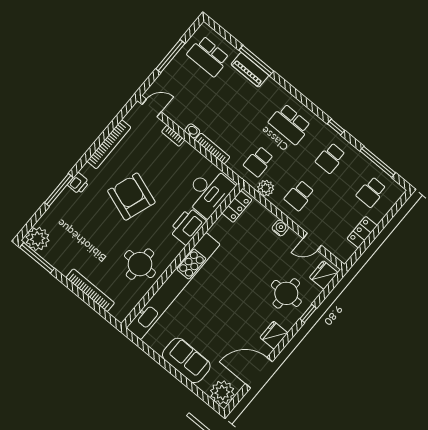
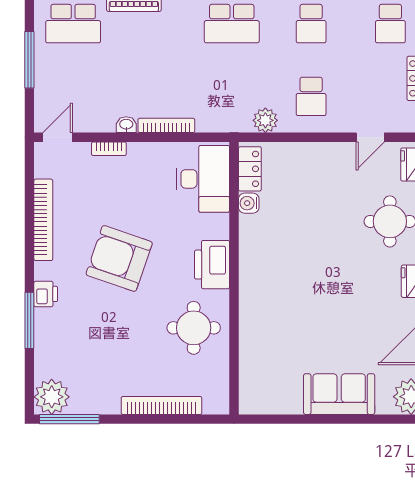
school desk: (259, 162) -> (232, 96), removed
printer: (188, 226) -> (212, 265), moved
water cooler: (280, 228) -> (249, 203), moved, turned -90
kitchen unit: (173, 286) -> (253, 321), removed

